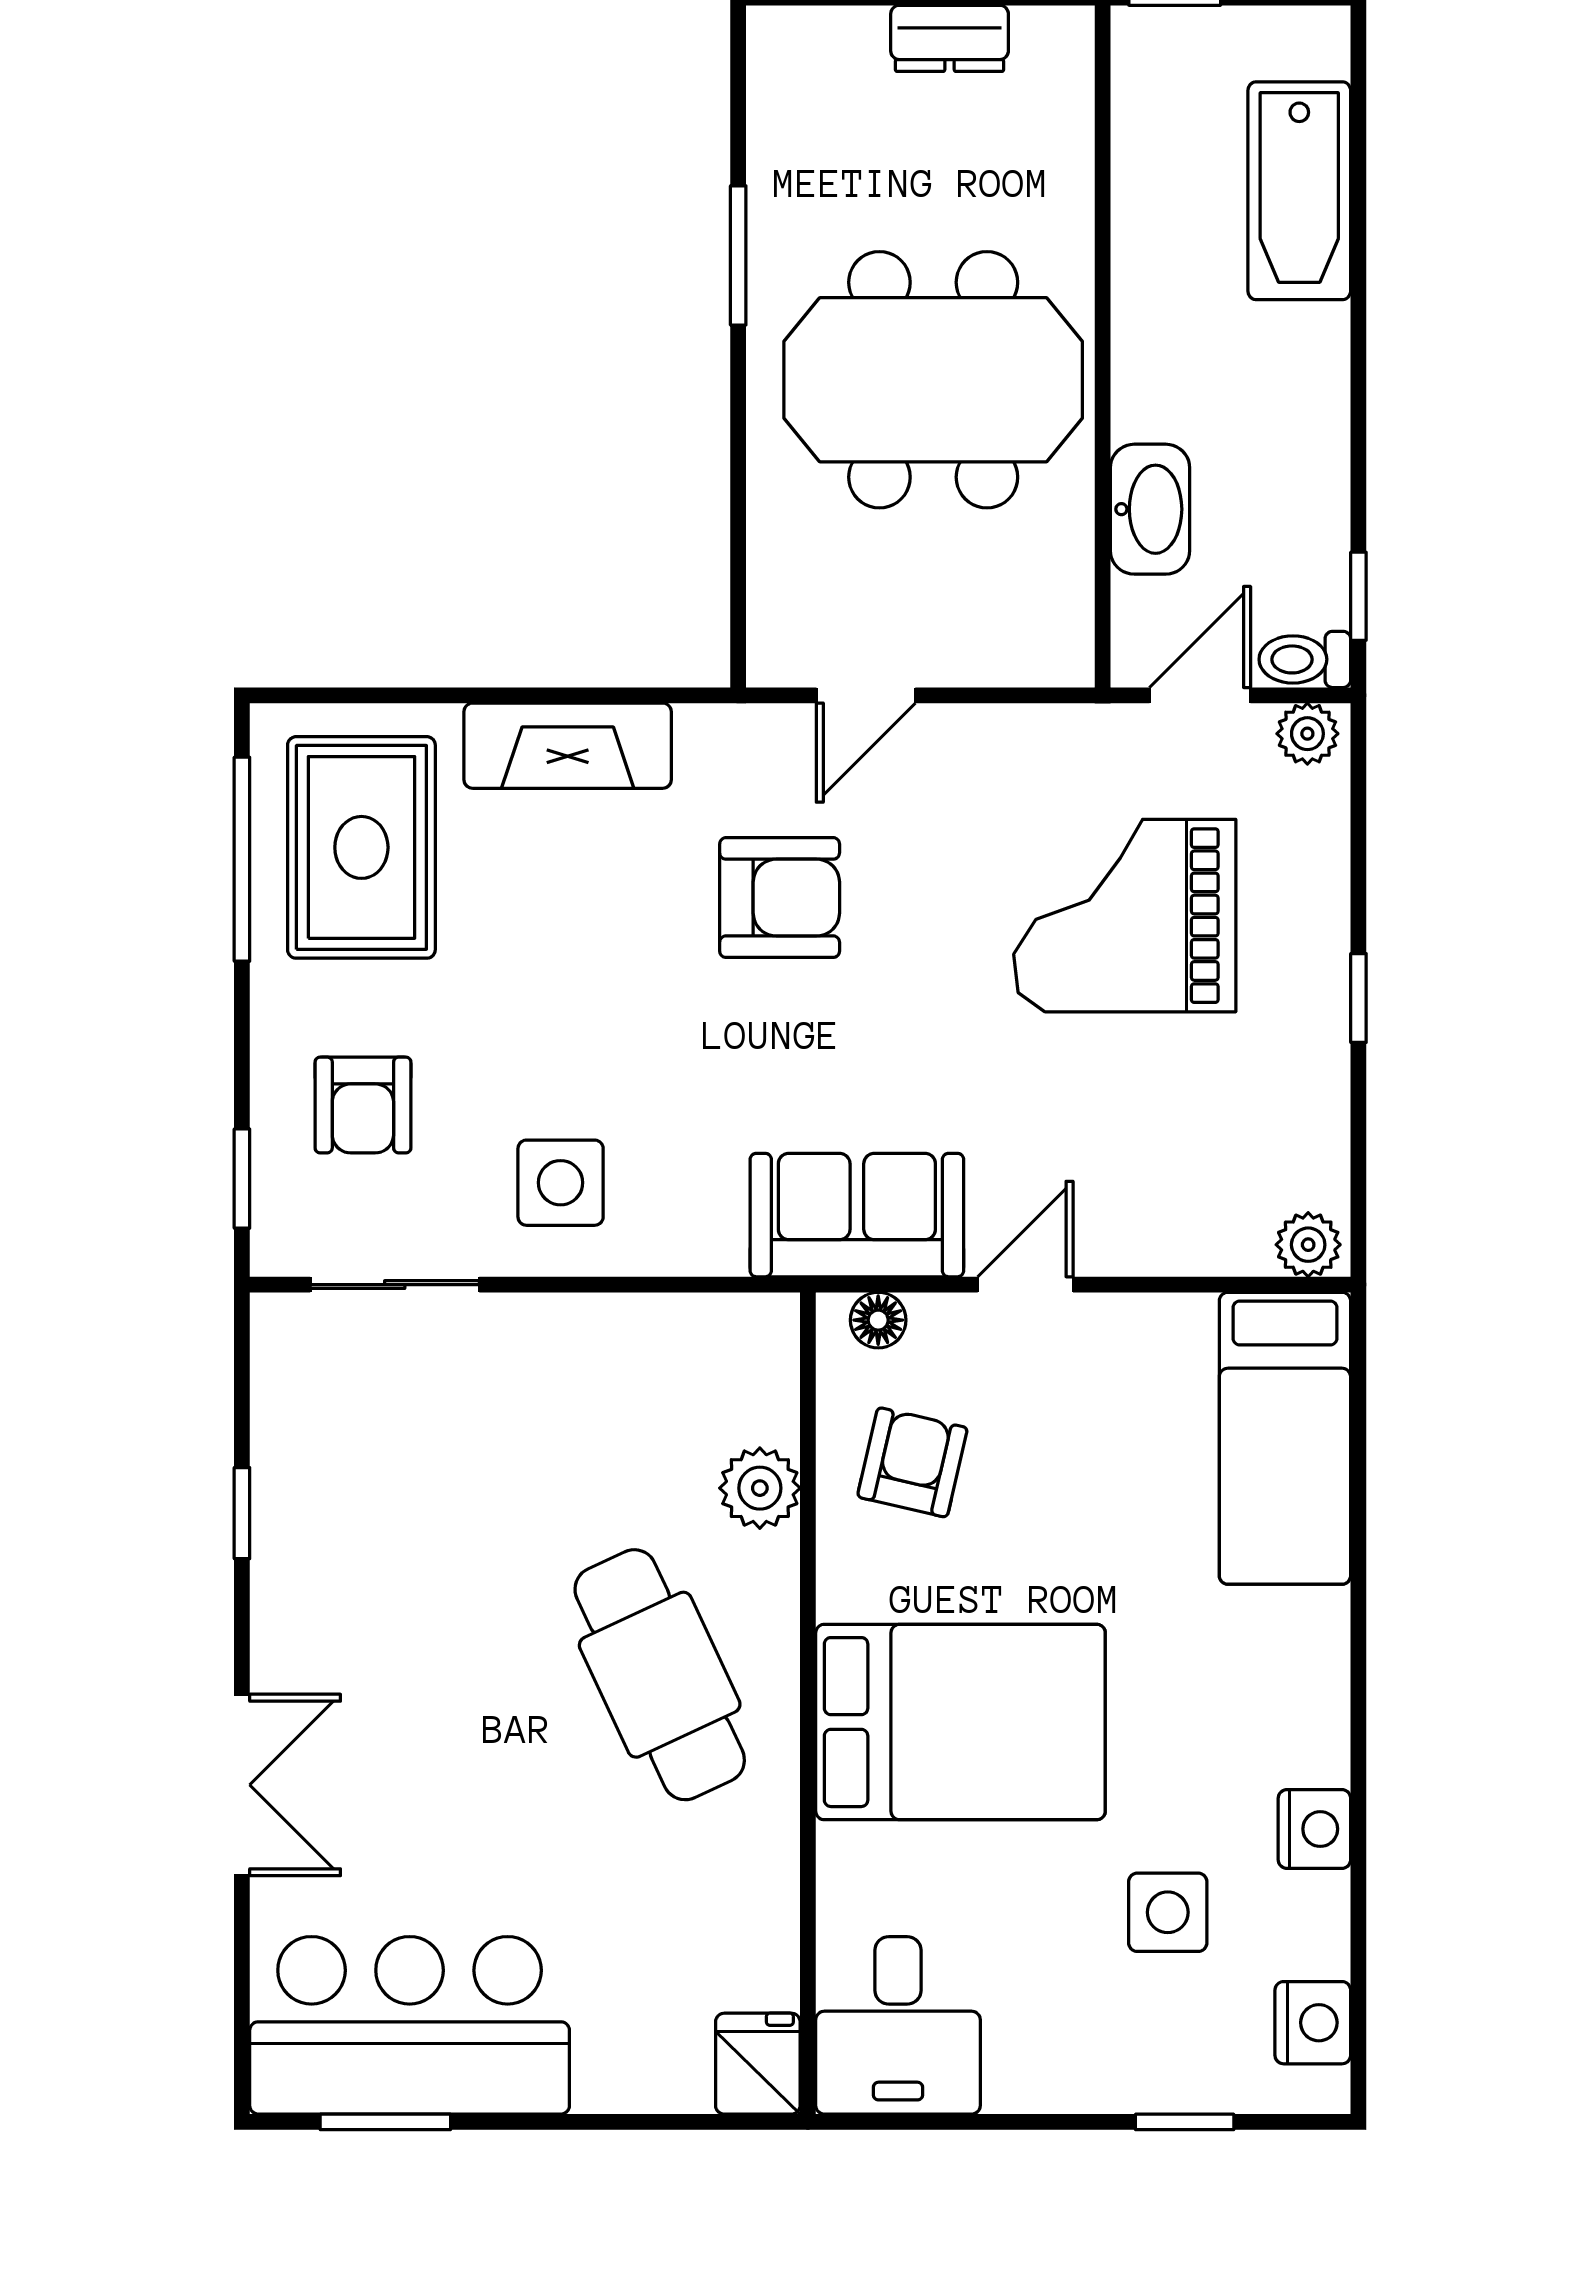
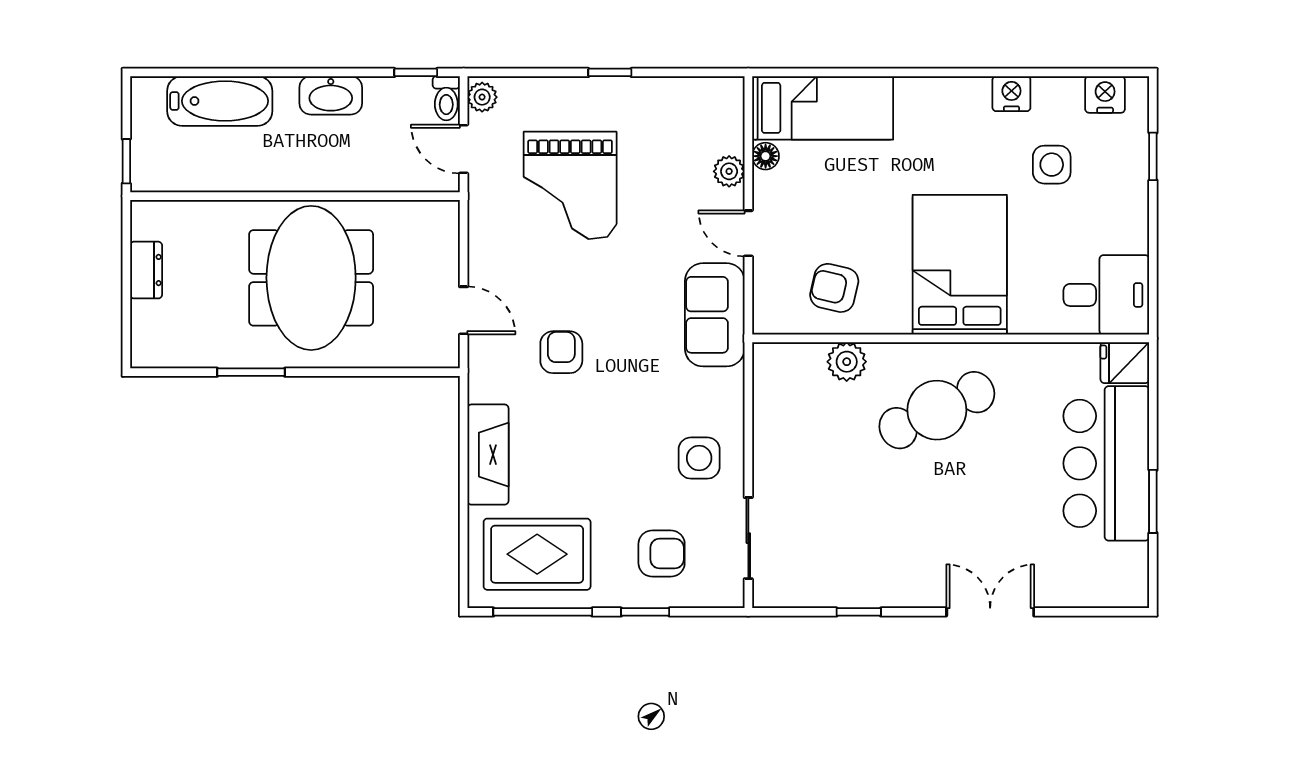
washbasin: (1150, 509) -> (331, 95), moved, turned 180
armchair: (780, 898) -> (561, 352), width x0.72, depth x0.72
window: (242, 1179) -> (645, 612), moved
plant: (1308, 1245) -> (729, 171), moved
floor lamp: (878, 1320) -> (766, 156), moved
bar counter: (410, 2025) -> (1106, 463), moved
window: (385, 2122) -> (1153, 501), moved

